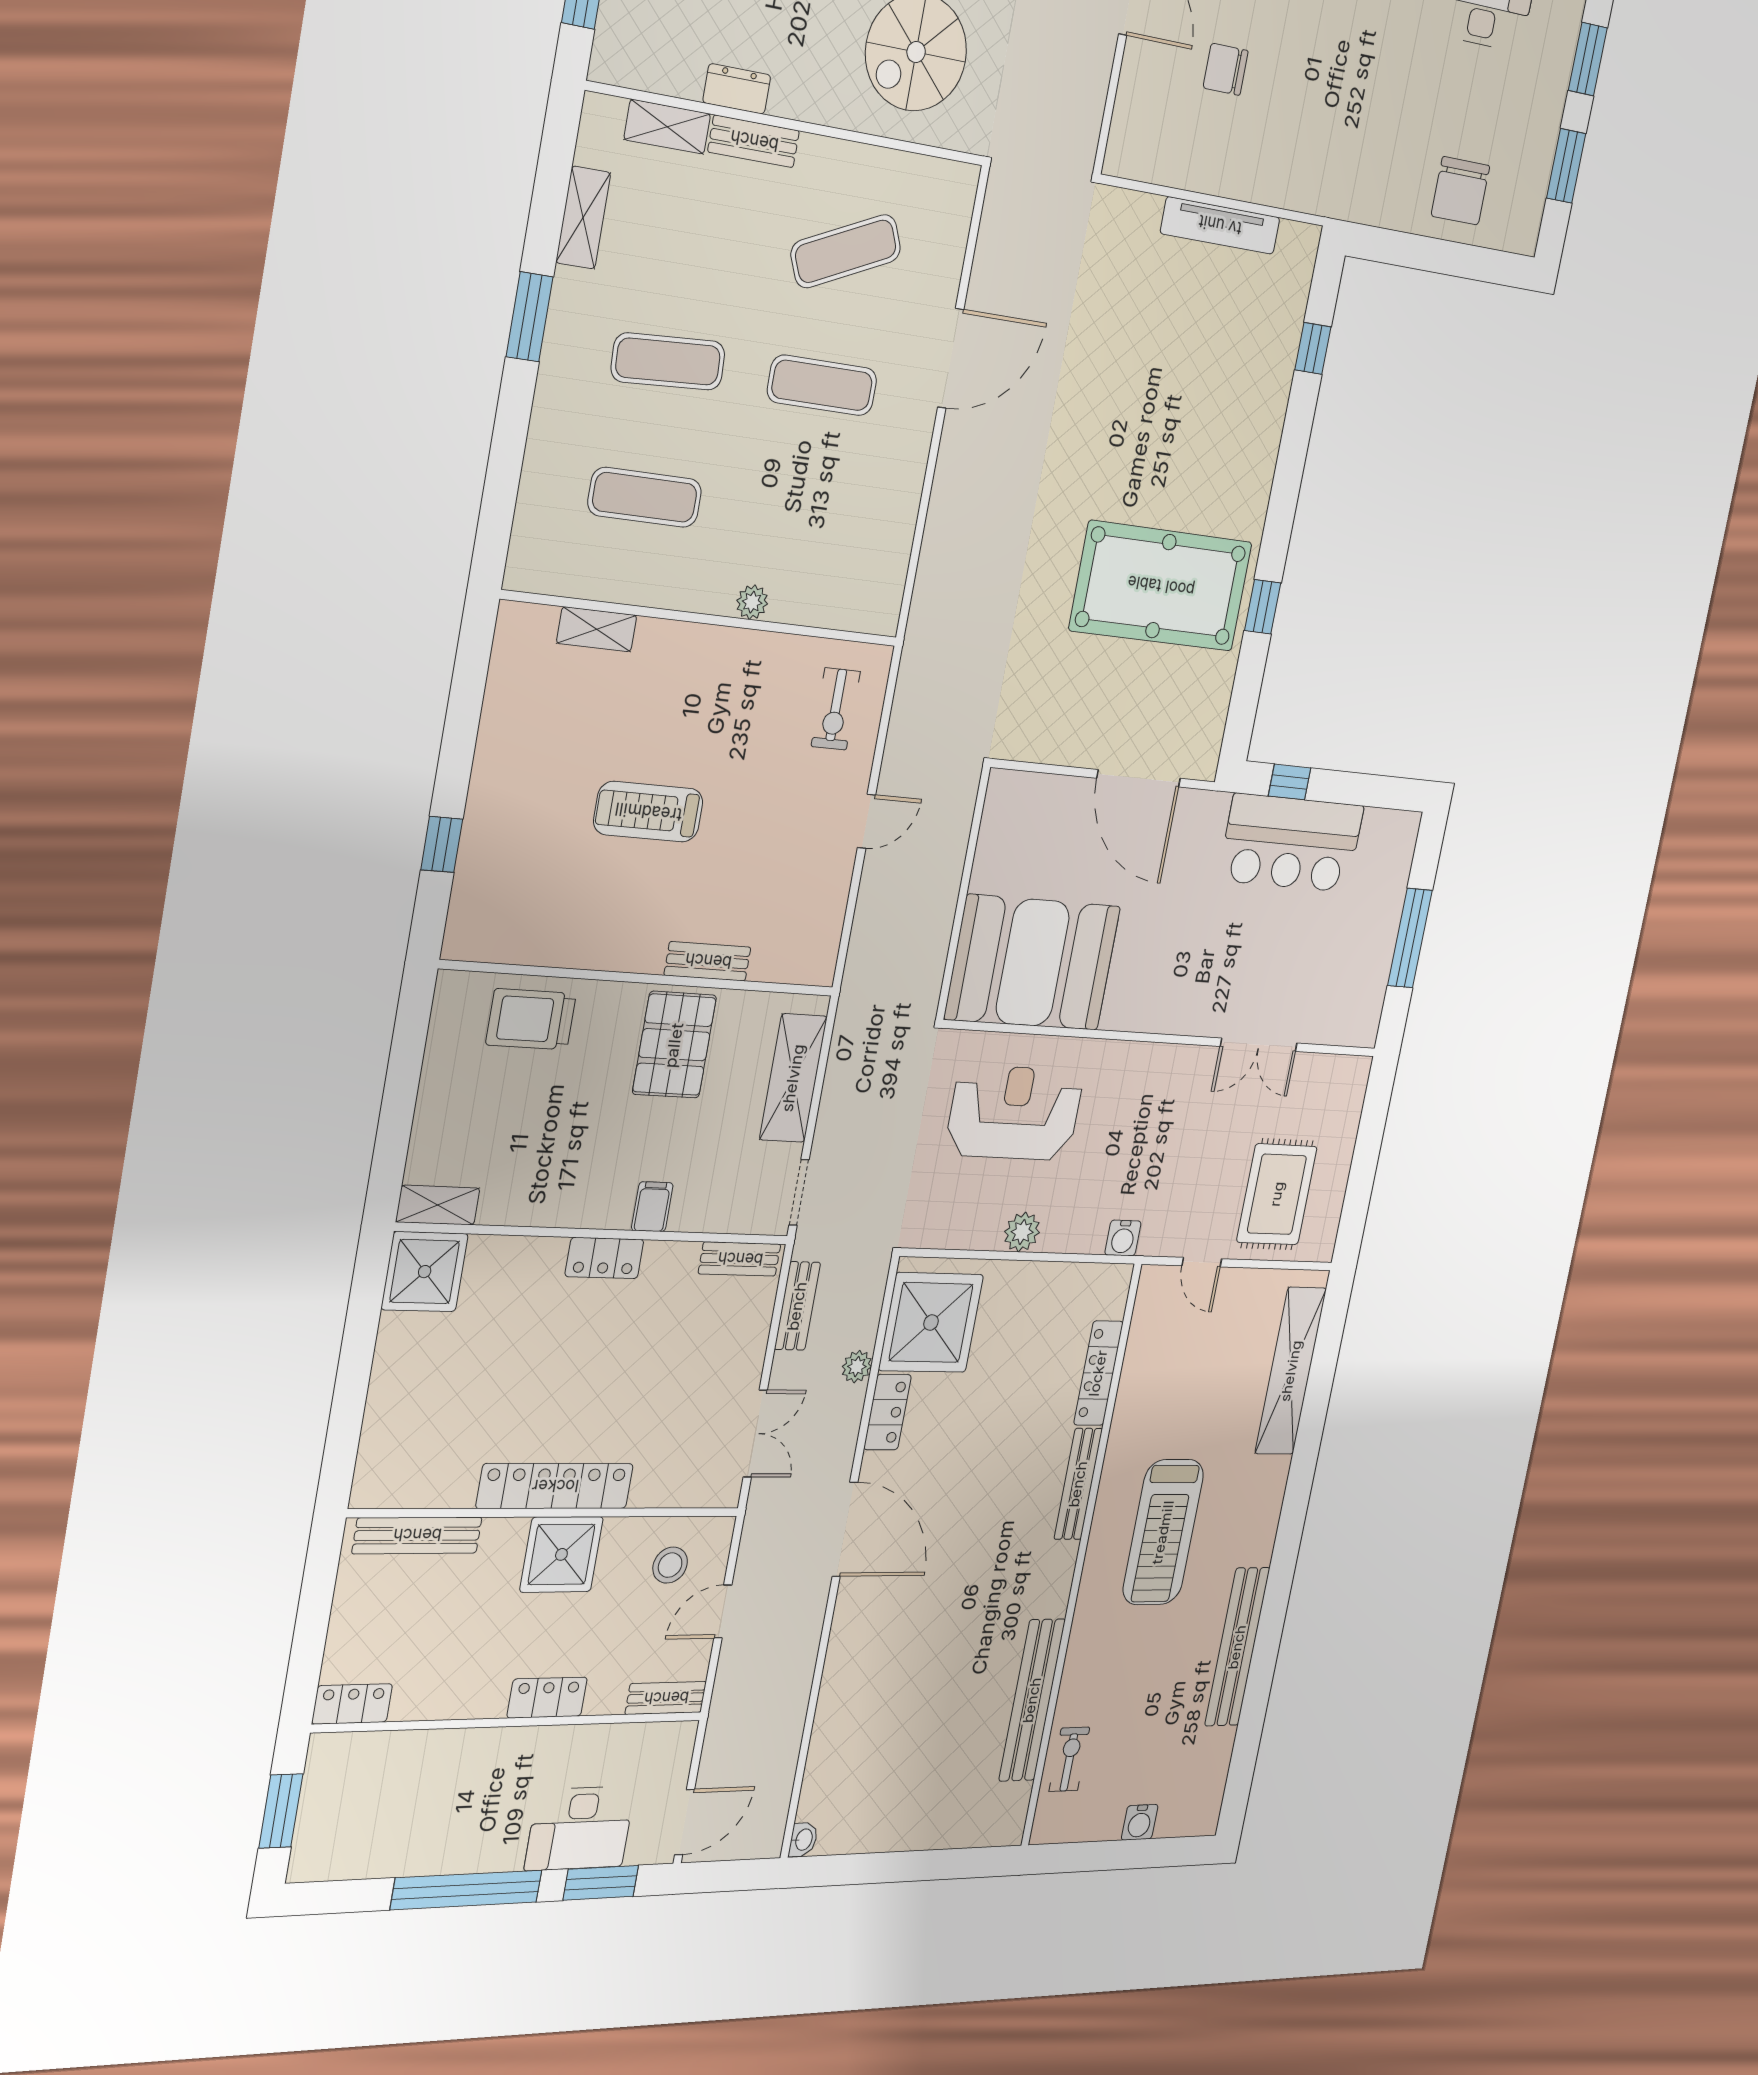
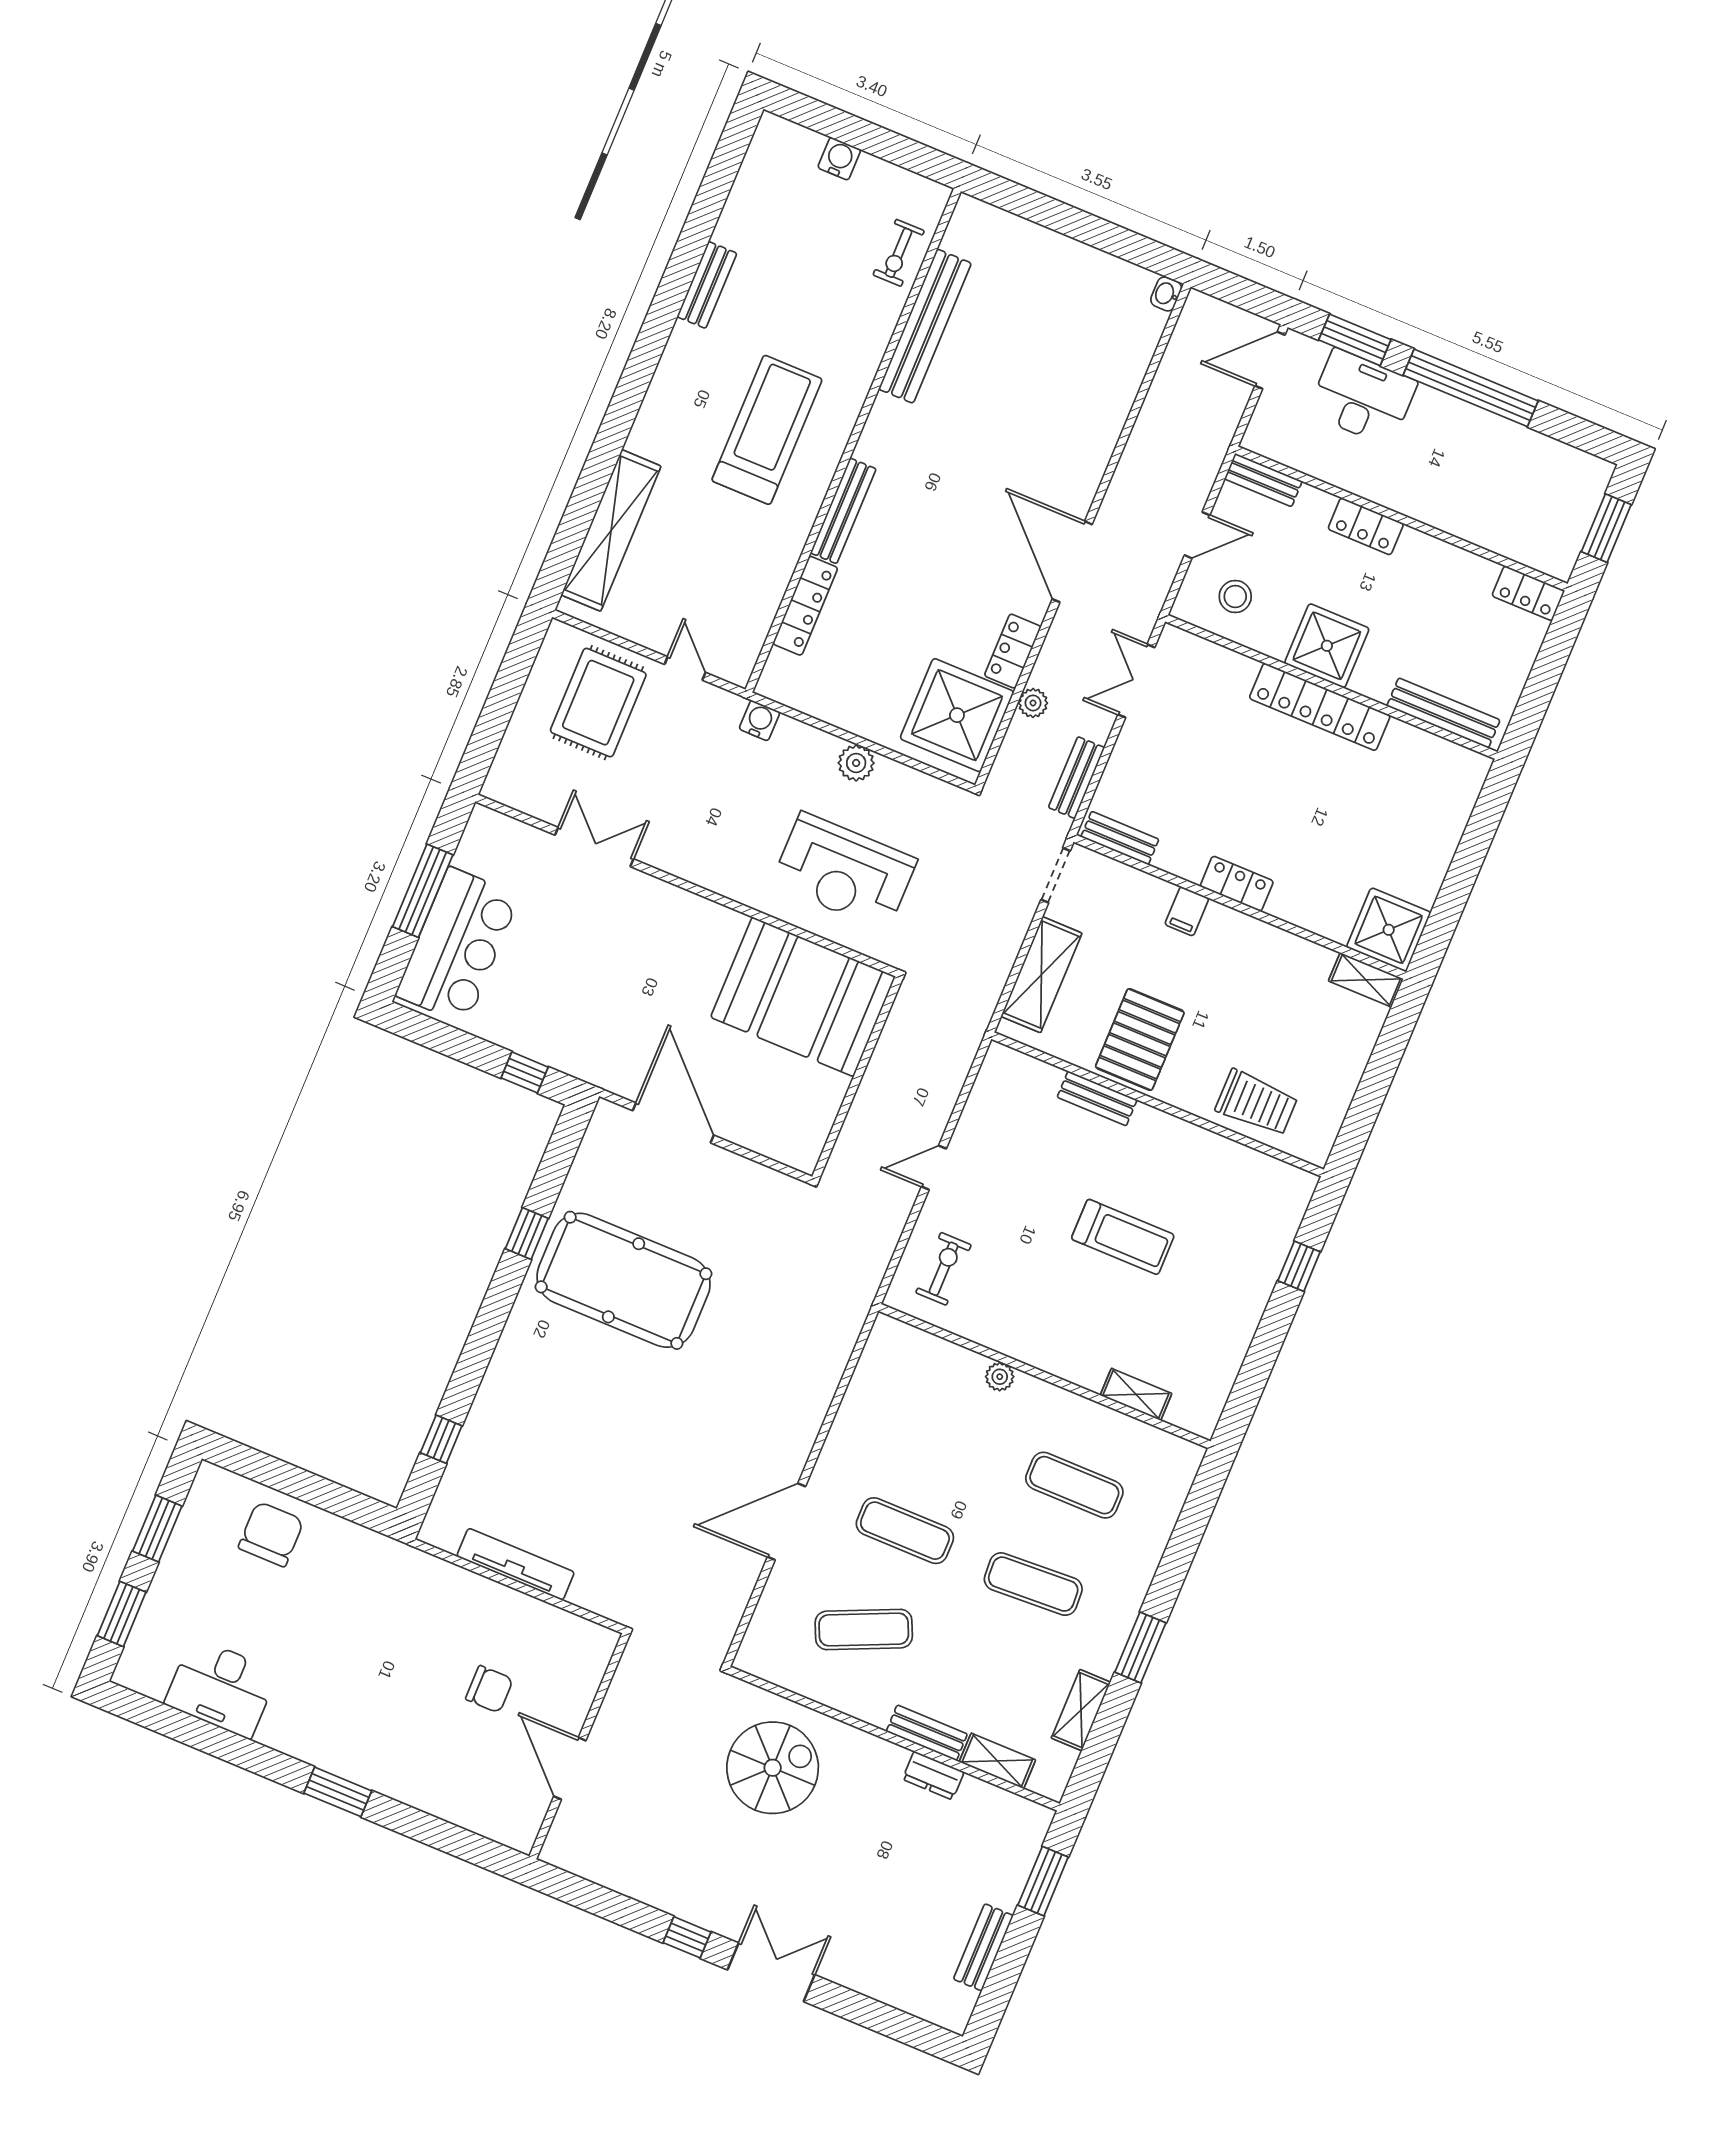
bar counter: (1291, 843) -> (458, 946), moved, turned 90
bench: (1237, 1647) -> (707, 285), width x0.54, depth x0.82

